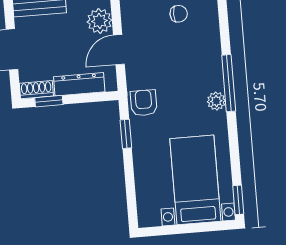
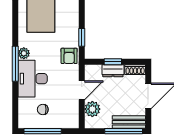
desk: (199, 62) -> (33, 79), added
dresser: (79, 84) -> (113, 71), width x0.70
window: (49, 101) -> (113, 62), moved

